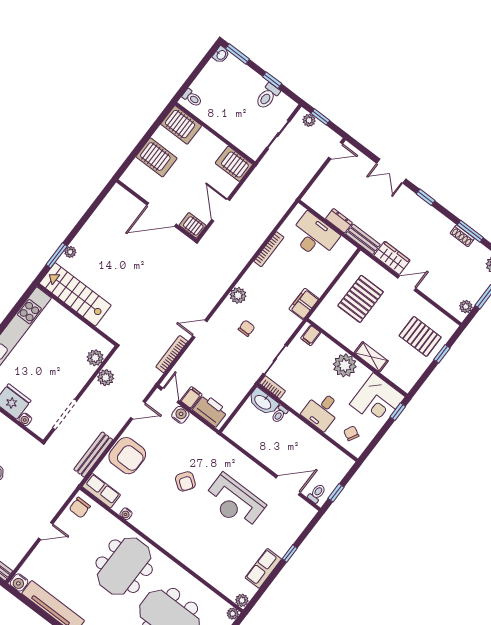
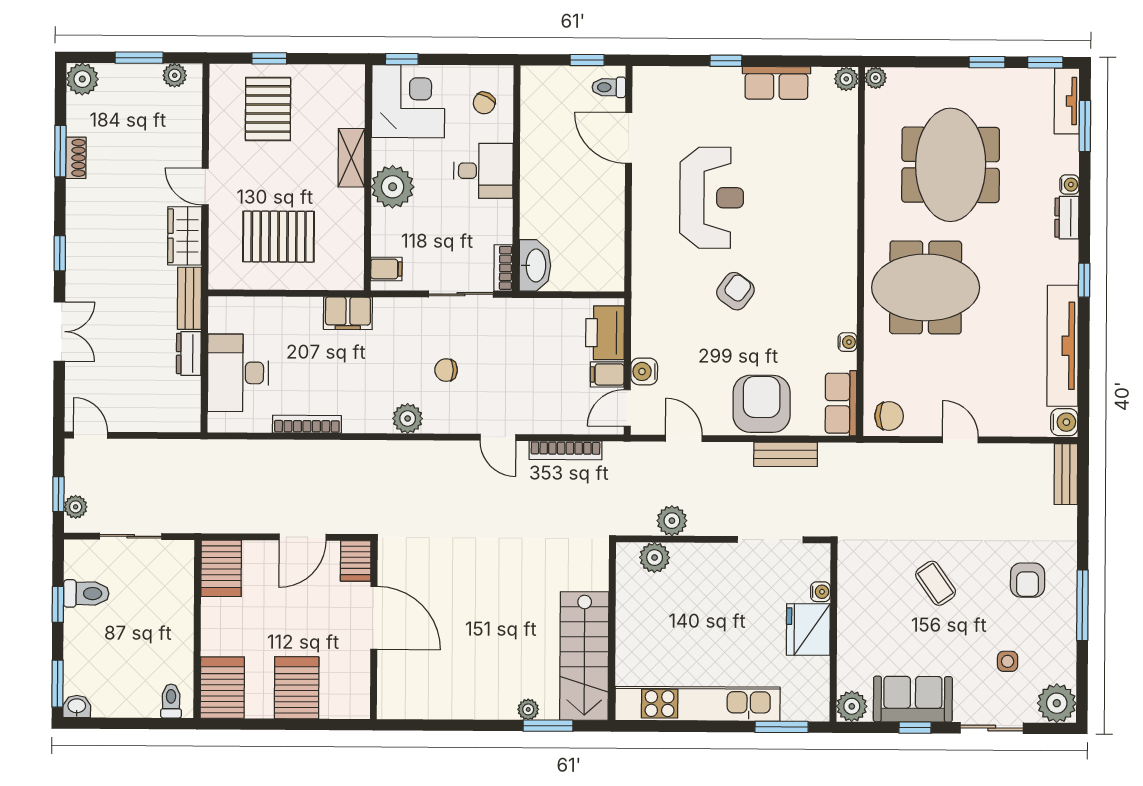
toilet: (280, 414) -> (535, 228), removed
bench: (93, 455) -> (786, 454), width x0.73

